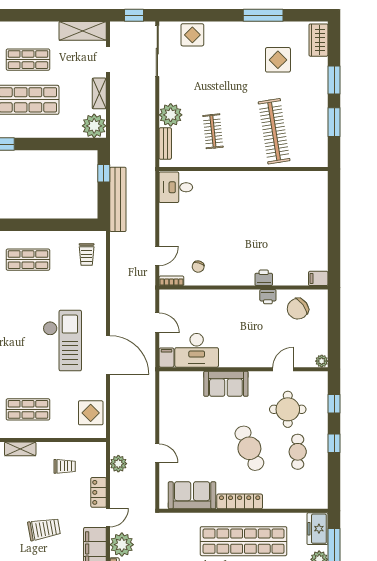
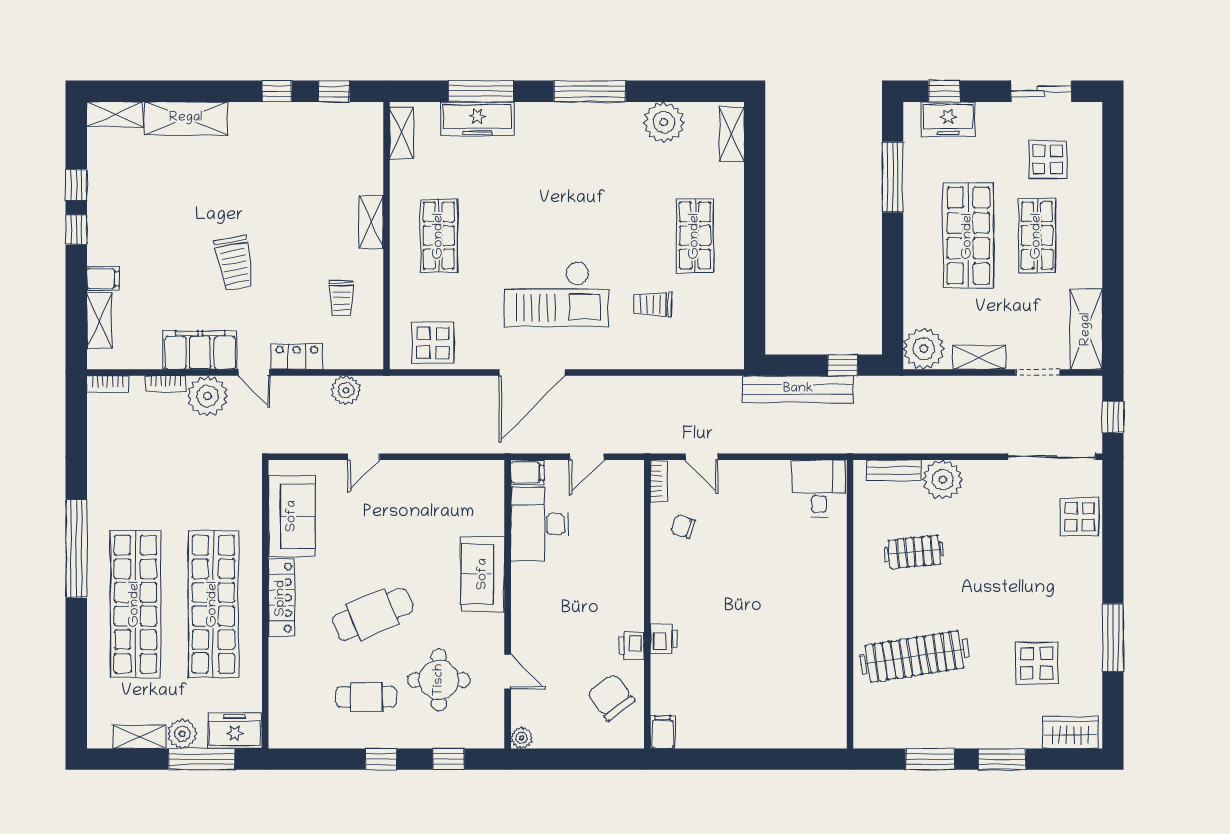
trolley: (87, 254) -> (652, 304), moved

